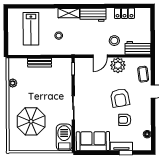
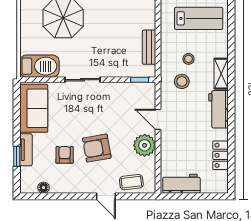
lab bench: (31, 29) -> (199, 18), turned 180
stool: (114, 41) -> (182, 81), moved
workbench: (138, 48) -> (181, 184), moved, turned -90
bench: (40, 63) -> (149, 47), moved

